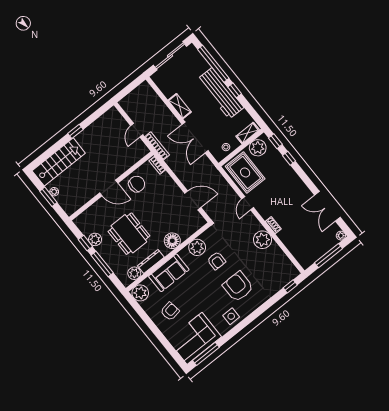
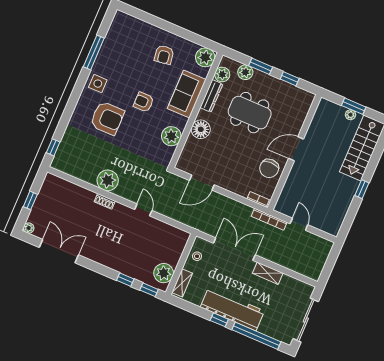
rug: (245, 172) -> (163, 241), removed
plant: (95, 239) -> (245, 72), moved
window: (329, 256) -> (30, 200), width x0.46
armchair: (216, 261) -> (144, 102), moved
window: (102, 264) -> (261, 66), width x0.69
corner sofa: (195, 338) -> (124, 40), removed
window: (206, 354) -> (94, 52), moved

